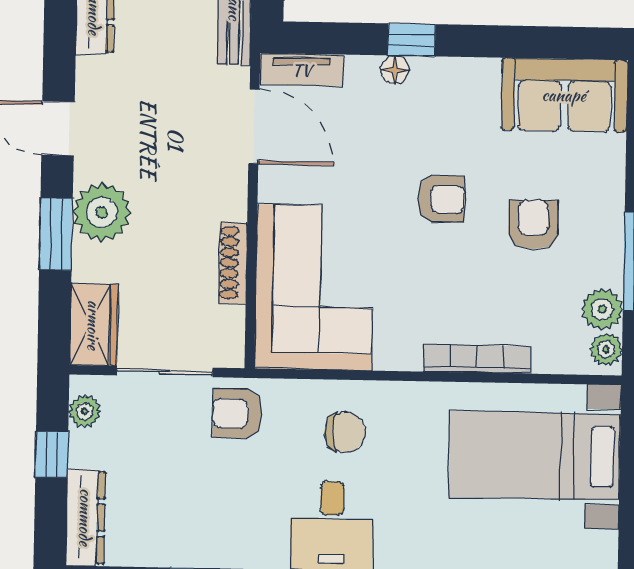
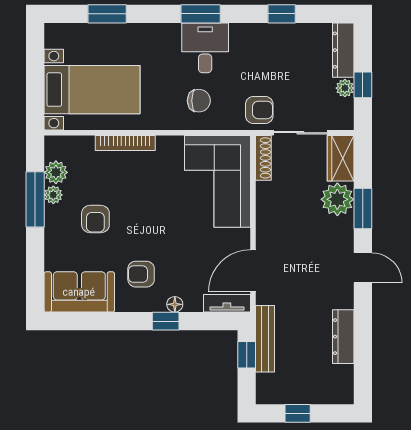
door: (254, 127) -> (253, 271), hinge flipped
armchair: (441, 199) -> (141, 274), moved
plant: (102, 212) -> (337, 199), moved
shoe rack: (233, 263) -> (263, 158), moved
plant: (606, 349) -> (53, 195), moved
plant: (85, 411) -> (345, 88), moved
chair: (345, 432) -> (199, 101), turned 180

